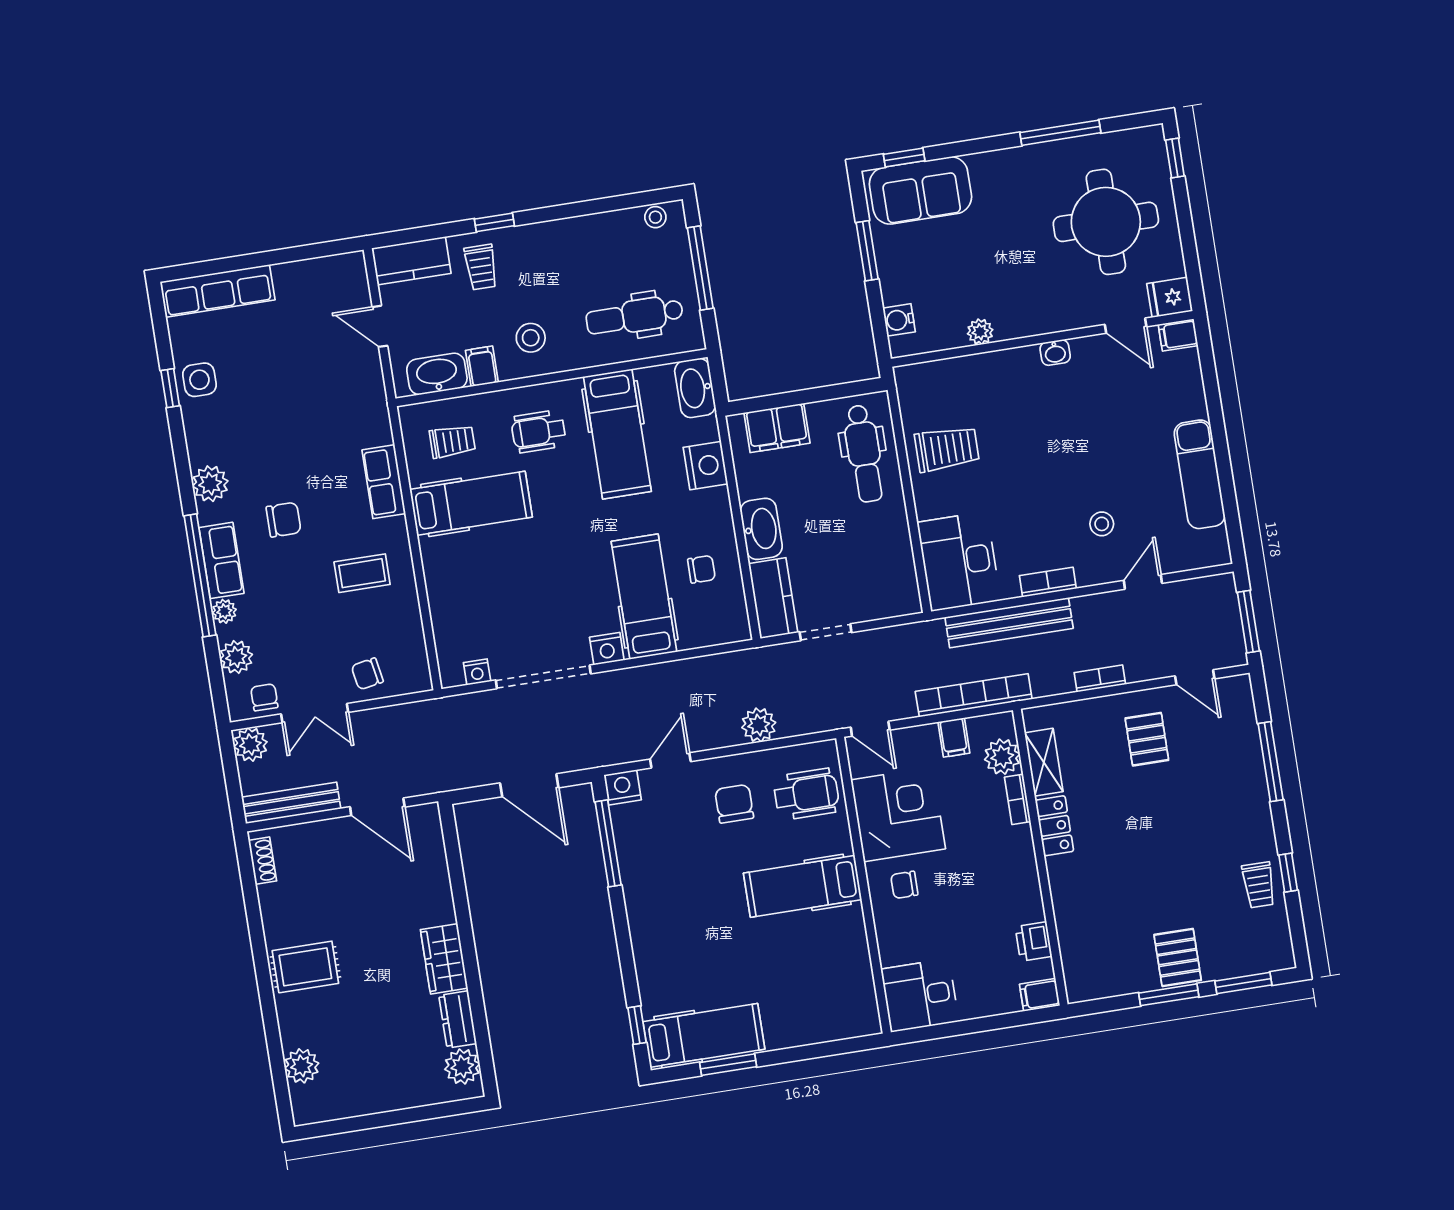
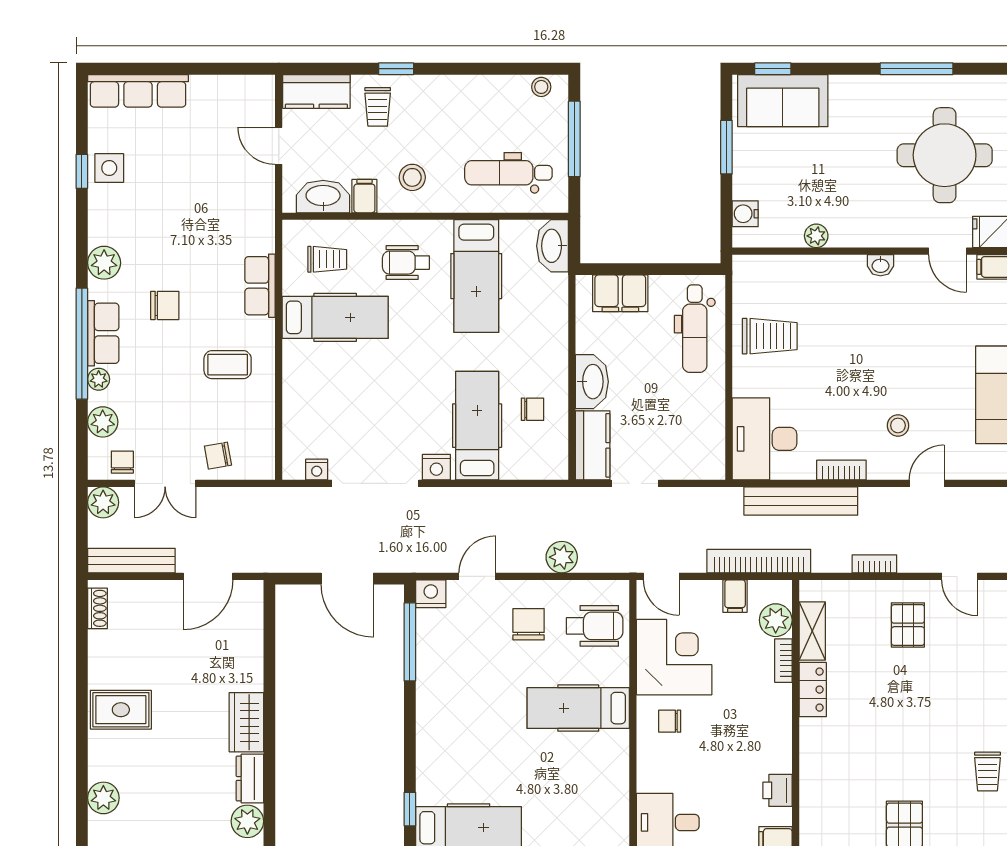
nightstand: (706, 466) -> (551, 317), removed
door: (377, 807) -> (208, 576), hinge flipped

